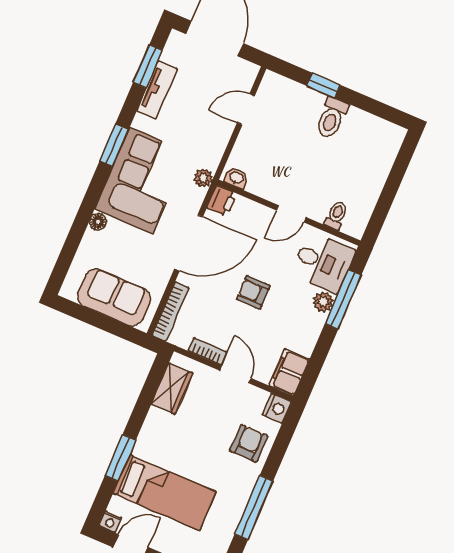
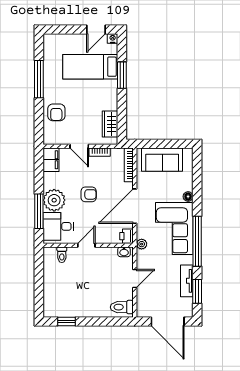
window: (324, 85) -> (66, 322), moved
door: (246, 109) -> (135, 279), moved
toilet: (332, 118) -> (122, 307), moved, turned -90
window: (114, 145) -> (197, 241), width x2.11
plant: (323, 302) -> (54, 200), width x1.88, depth x1.88
nightstand: (277, 408) -> (49, 138), removed

